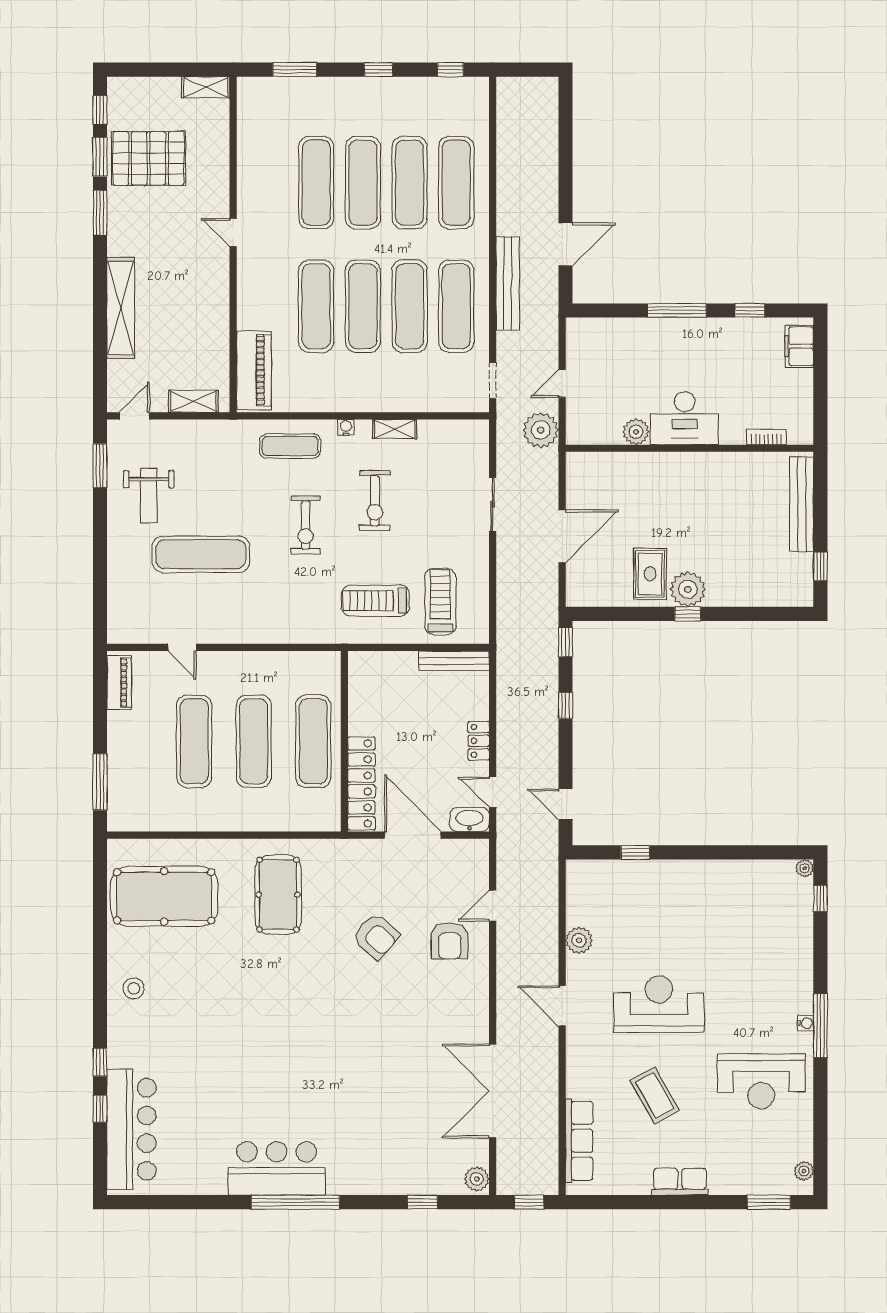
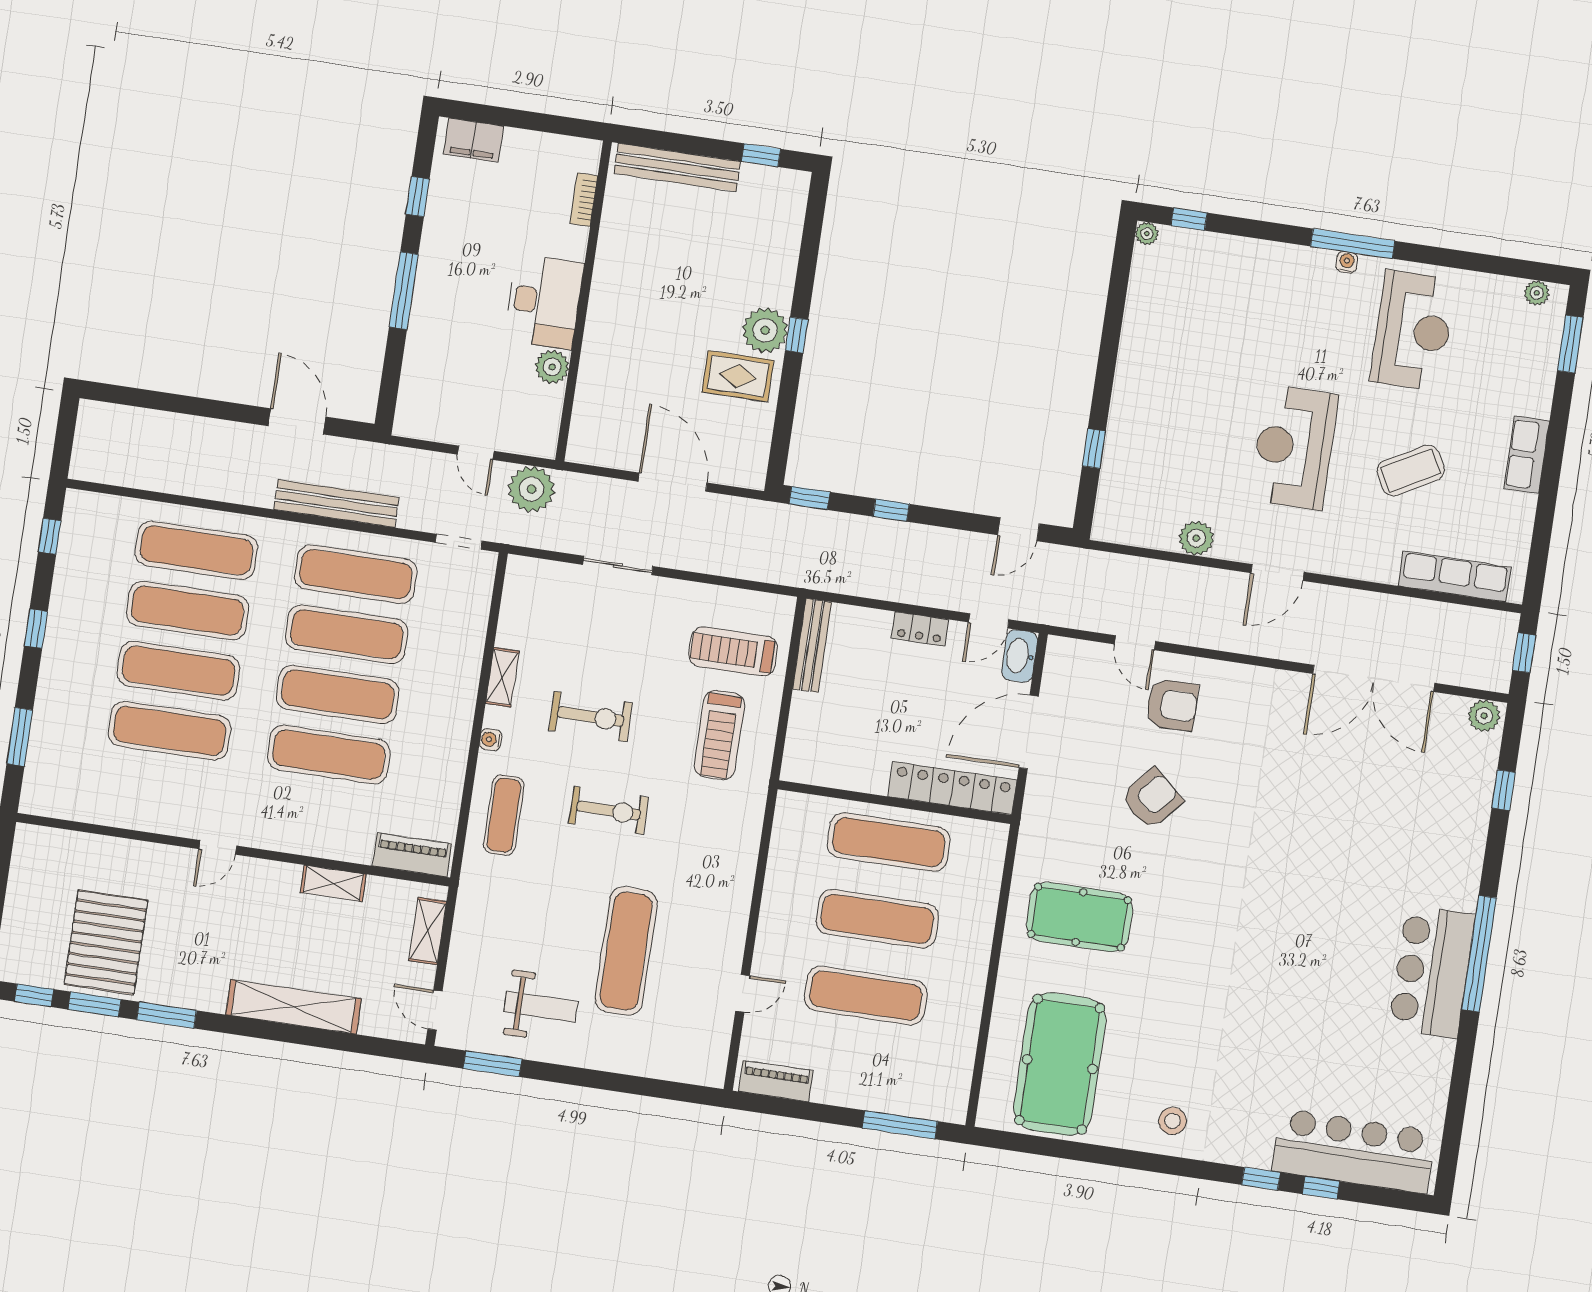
shelving: (206, 87) -> (333, 883), moved, turned 90
piano: (254, 370) -> (412, 855), width x0.73, depth x0.75

